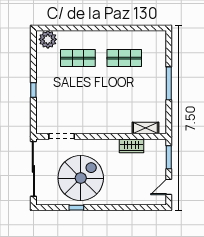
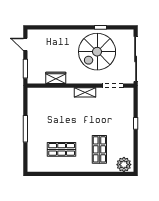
shop shelf: (78, 58) -> (99, 149), turned 90
shelving: (145, 128) -> (85, 92), moved
door: (169, 187) -> (25, 44), swing flipped

